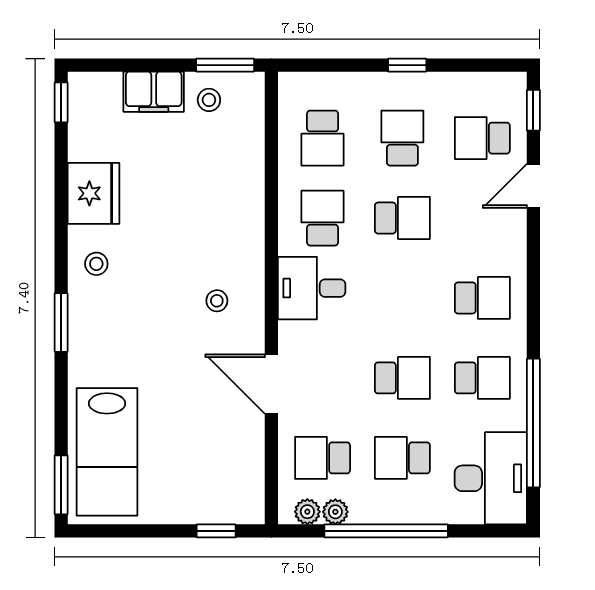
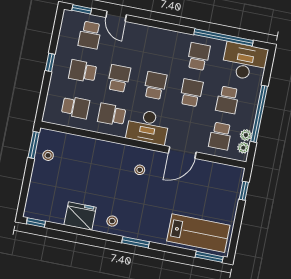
filing cabinet: (154, 92) -> (39, 180), removed
desk: (312, 288) -> (148, 127), width x1.37
school desk: (482, 298) -> (155, 86), moved

